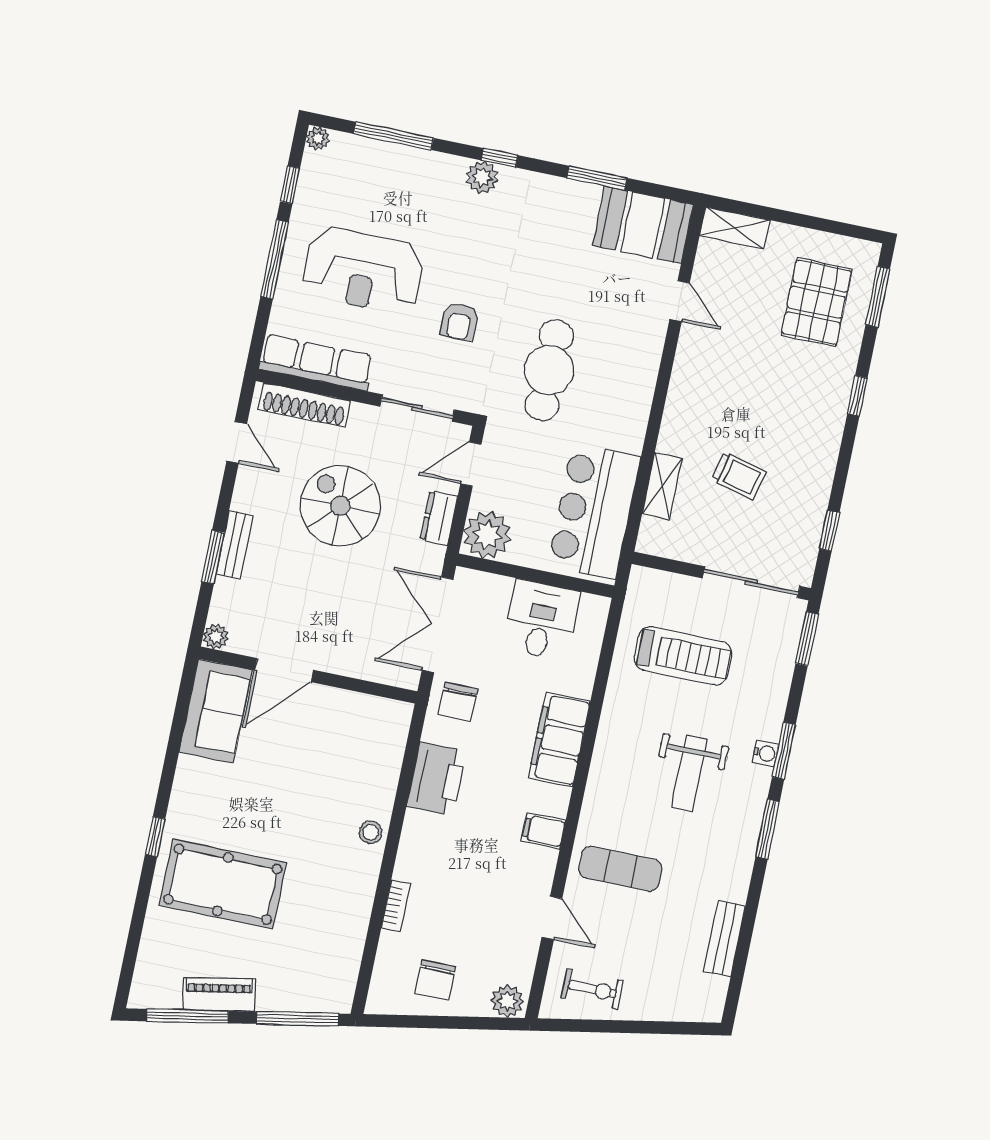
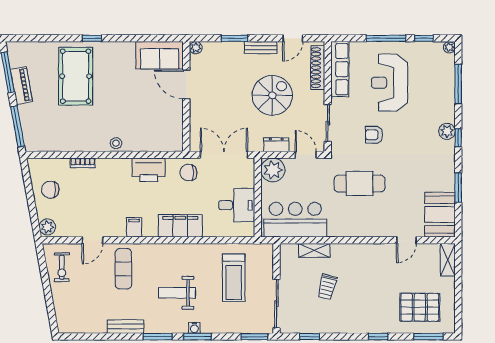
bench: (234, 545) -> (261, 48), moved
bench: (724, 939) -> (125, 327), moved

